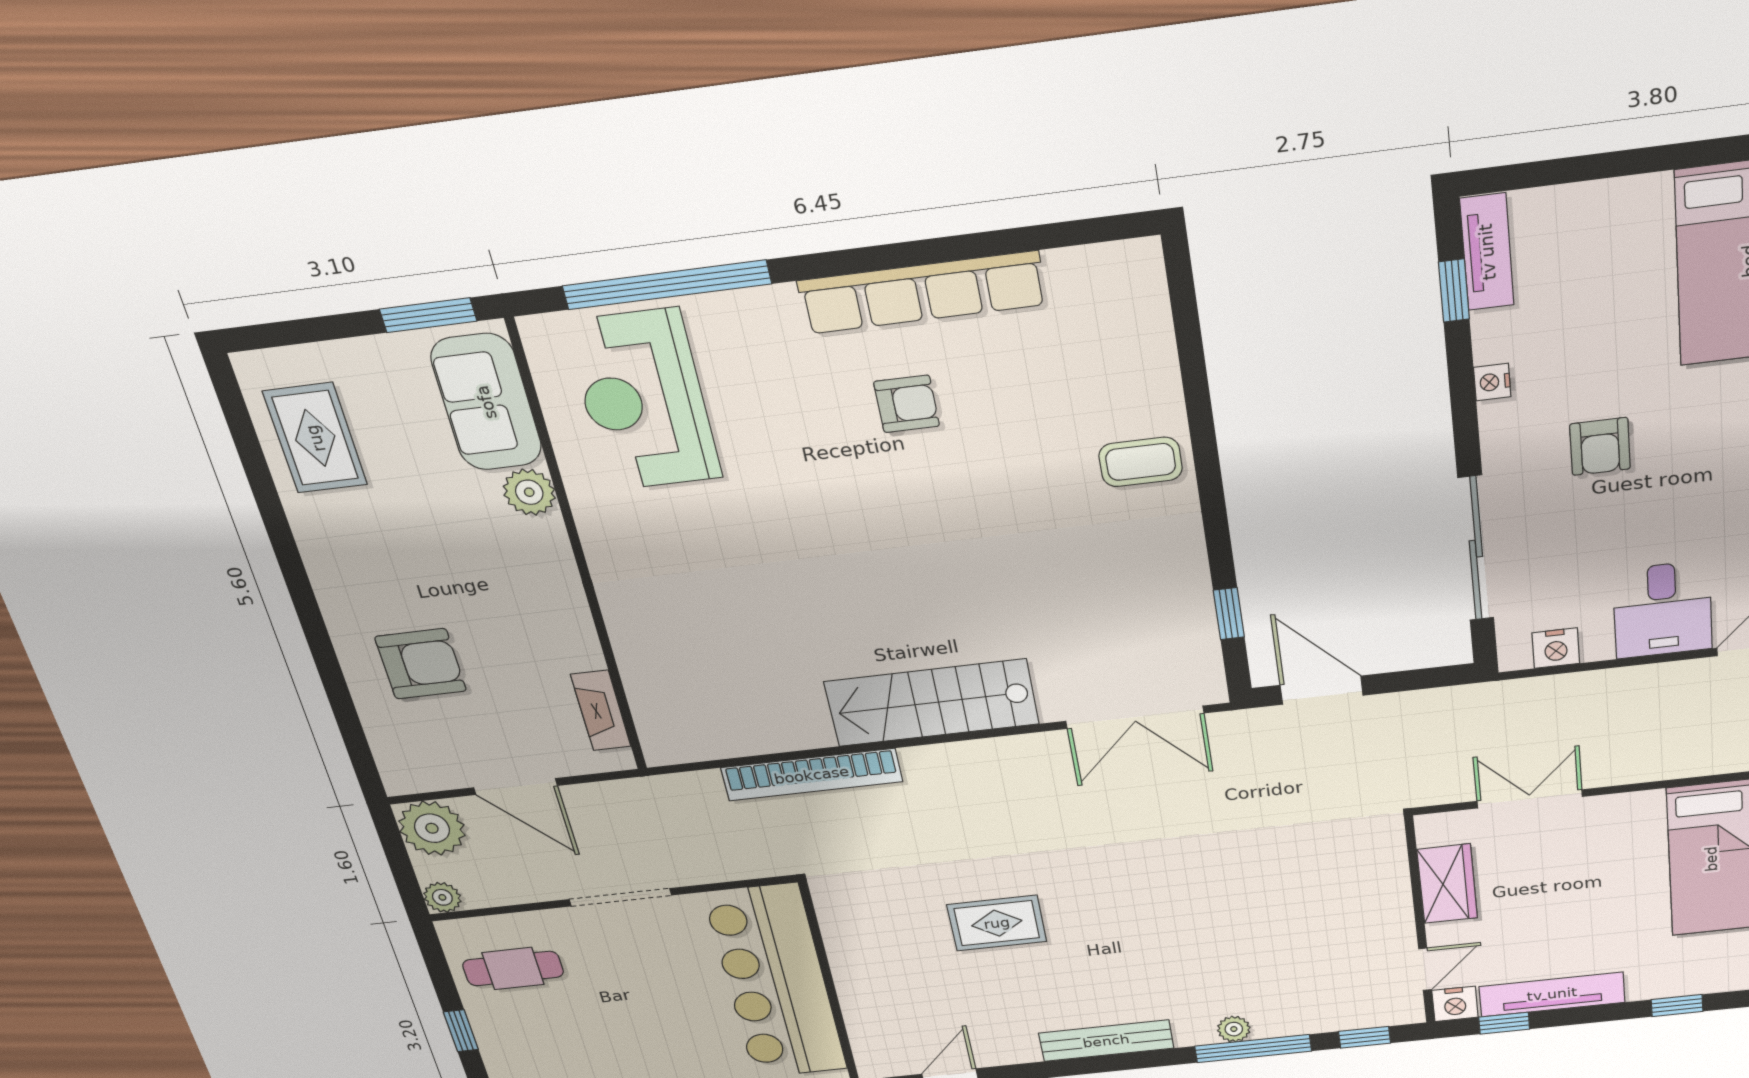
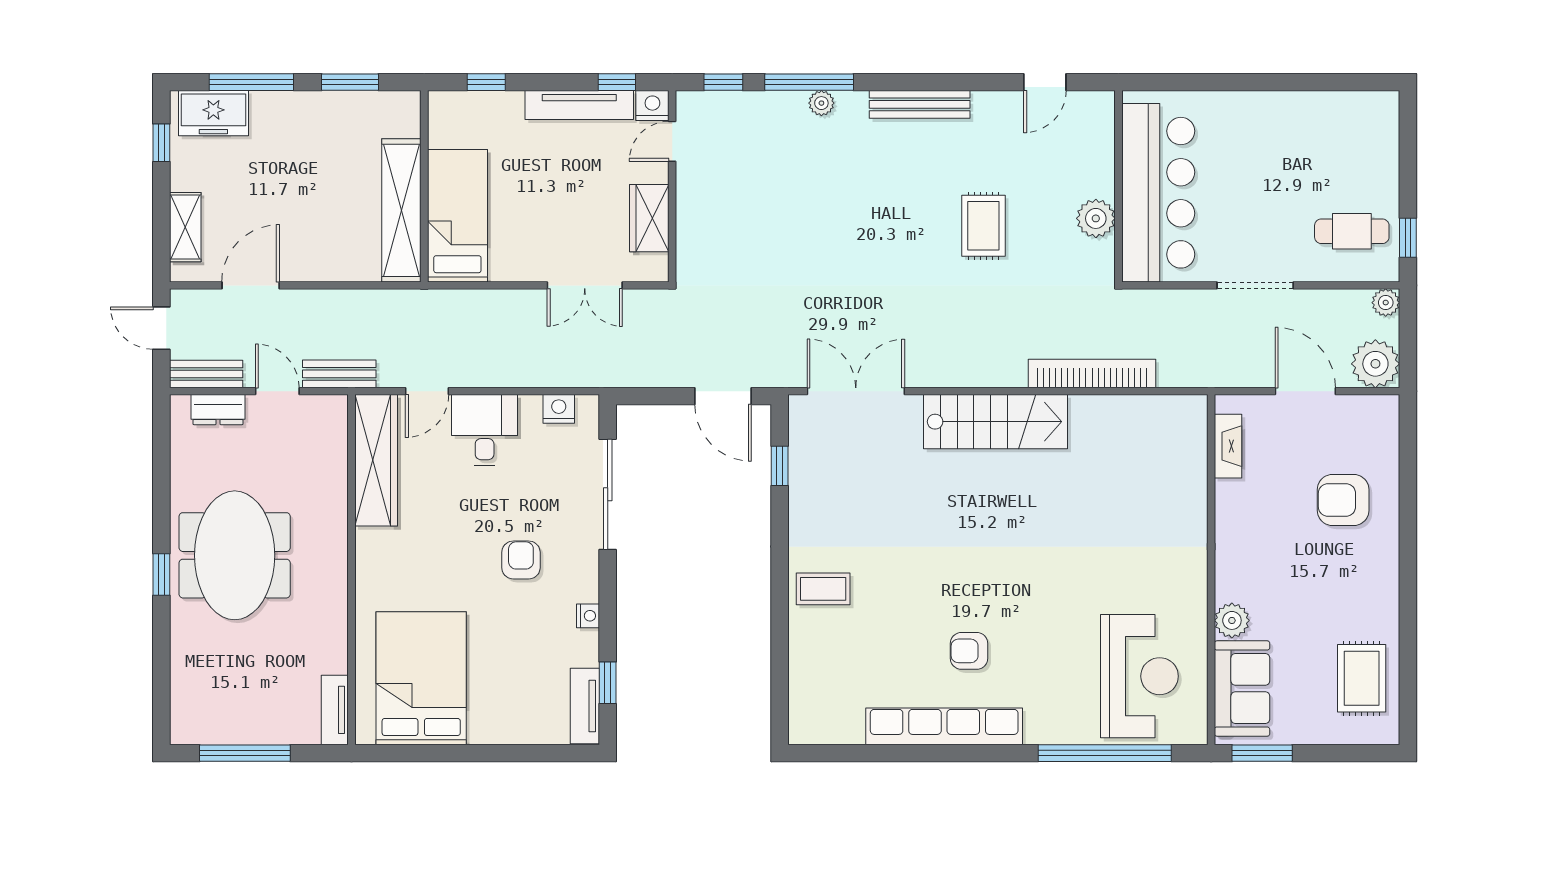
rug: (997, 923) -> (983, 226), turned 90
plant: (850, 947) -> (1096, 218), added
window: (461, 1031) -> (1408, 238), moved

